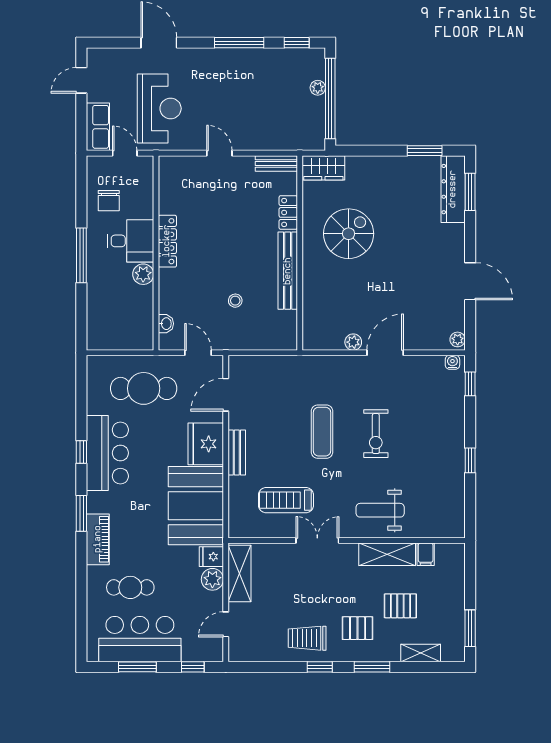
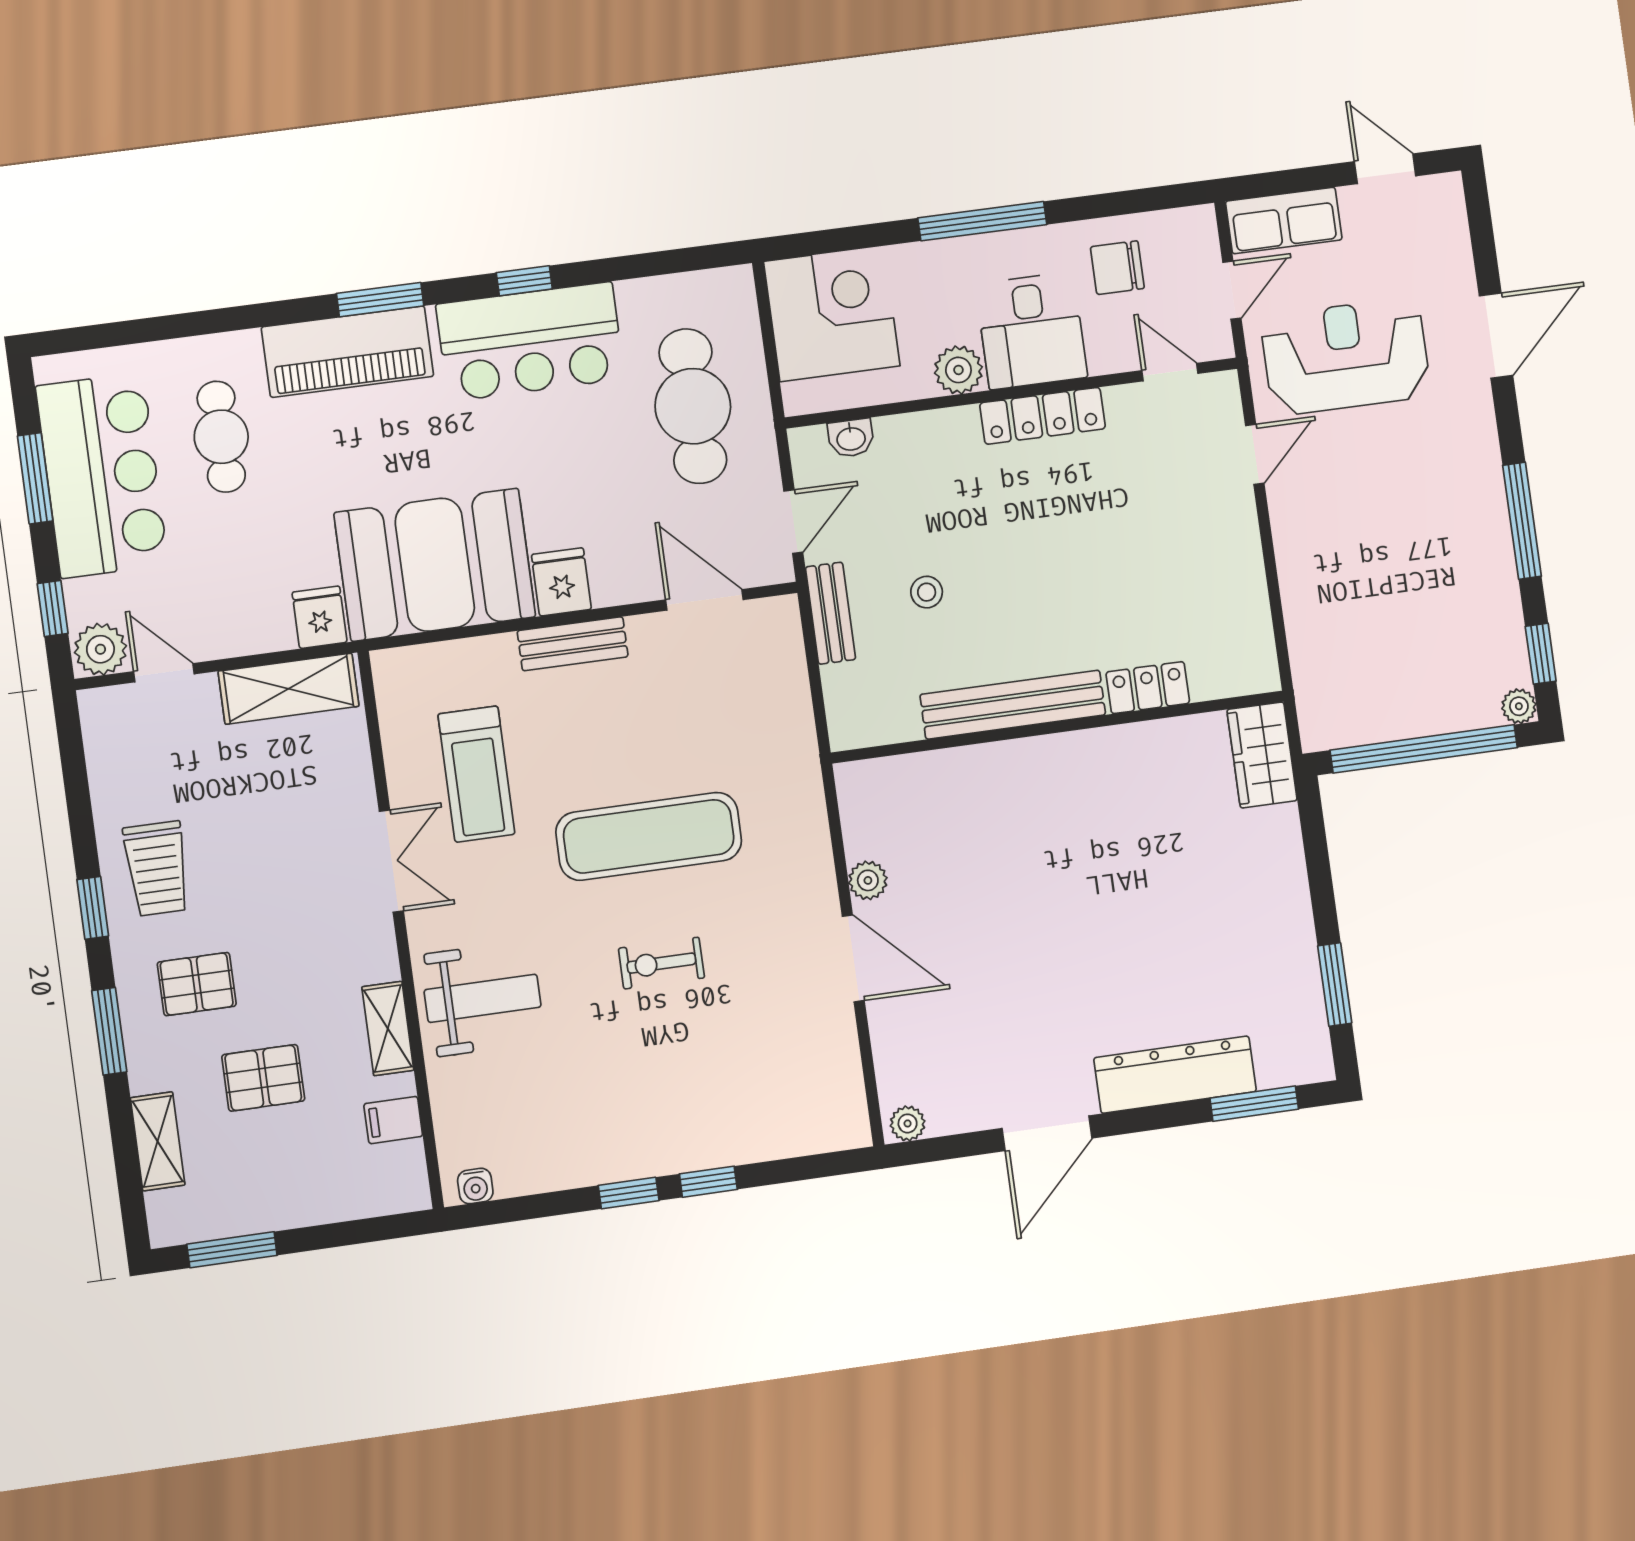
plant: (318, 88) -> (1519, 706), moved
reception desk: (159, 108) -> (1346, 356), turned 180
door: (219, 153) -> (1255, 454), moved
bench: (276, 164) -> (830, 613), moved
door: (156, 184) -> (1170, 372), added
dresser: (453, 189) -> (1175, 1075), moved
spiral stairs: (349, 234) -> (1118, 835), removed
corner desk: (112, 325) -> (832, 314), added
water cooler: (452, 362) -> (475, 1186), moved, turned 90
window: (470, 384) -> (708, 1182), moved
exercise mat: (322, 432) -> (649, 836), width x1.36, depth x1.45
exercise bike: (376, 434) -> (661, 963), width x0.73, depth x0.72
fridge: (206, 444) -> (561, 582), width x0.53, depth x0.75
treadmill: (286, 500) -> (476, 774), turned 180
weight bench: (380, 510) -> (483, 998), turned 90
piano: (98, 539) -> (347, 352), width x1.37, depth x1.33
shelving: (387, 554) -> (388, 1029), width x0.67, depth x0.75
plant: (212, 579) -> (100, 649), moved
pallet: (400, 606) -> (263, 1078), turned 90
pallet: (358, 628) -> (197, 984), turned 90
trolley: (307, 638) -> (157, 869), turned 180

